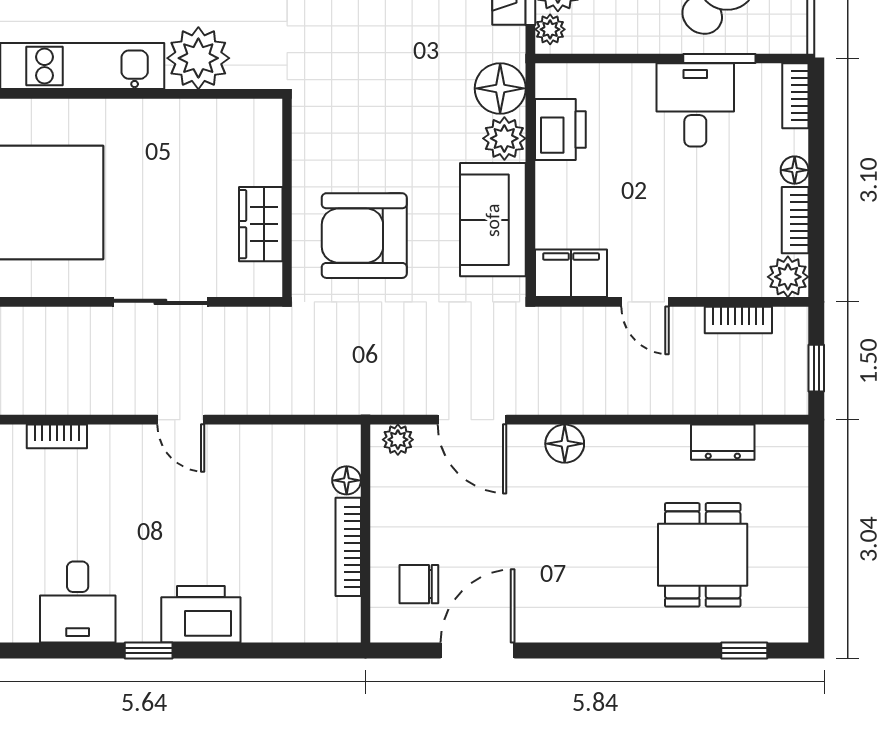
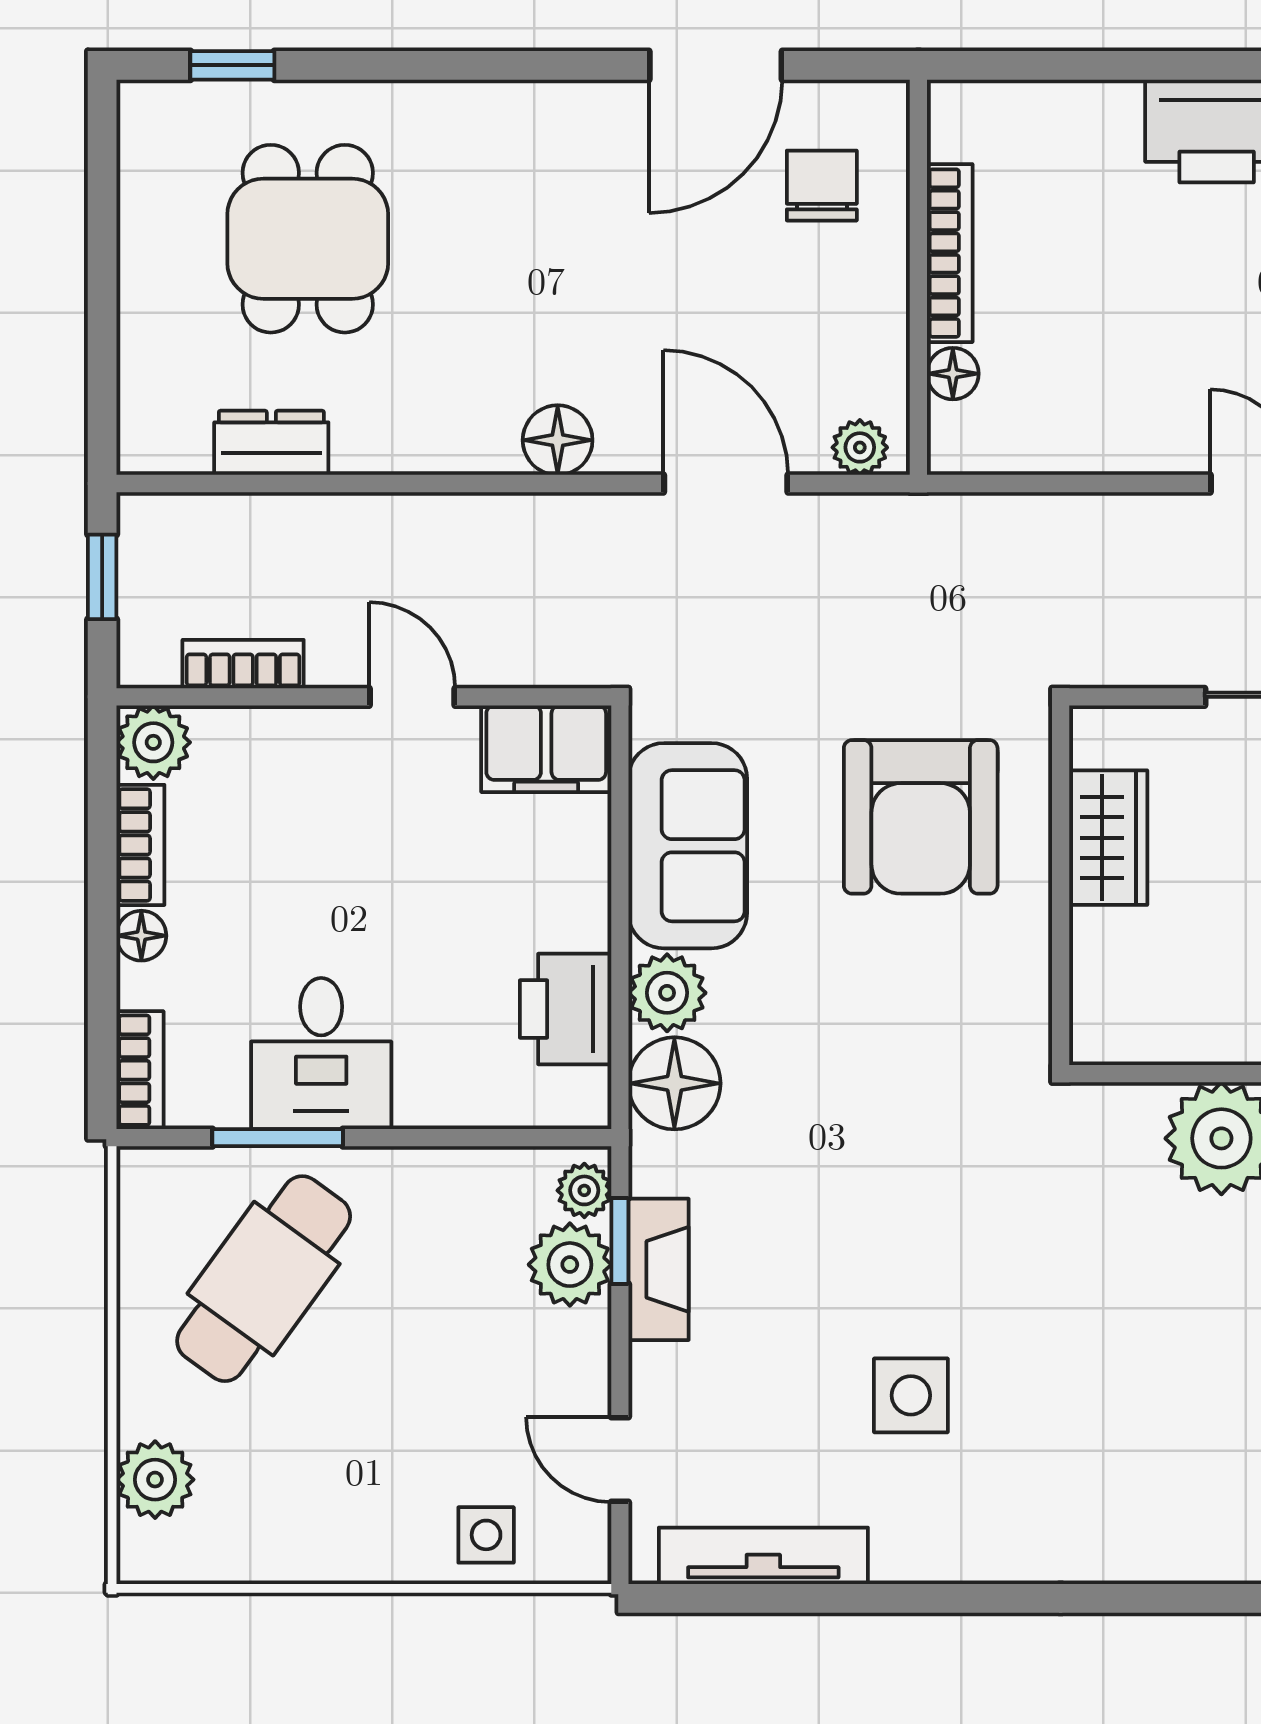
armchair: (364, 236) -> (921, 817), turned 90
chair: (419, 584) -> (822, 186), turned -90

